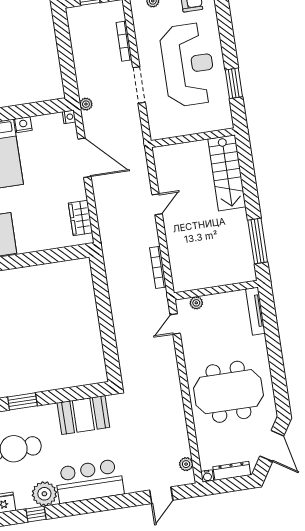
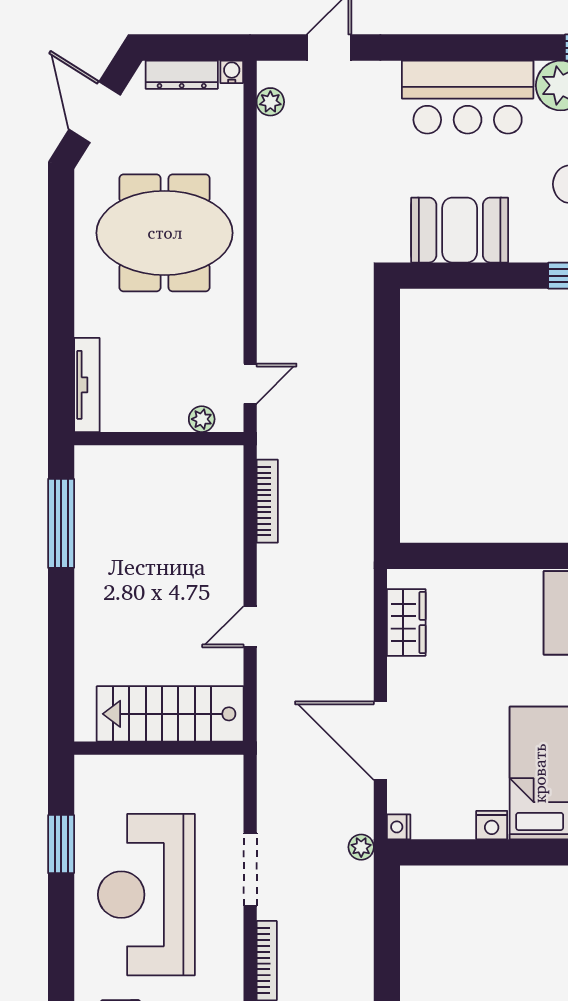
stairs: (227, 173) -> (170, 714), moved, turned -90

